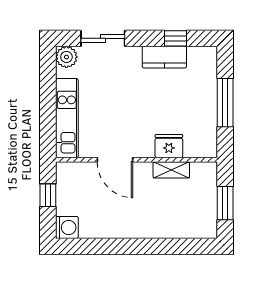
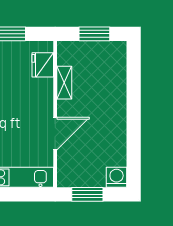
fridge: (169, 146) -> (43, 65), moved
window: (48, 195) -> (87, 194), width x1.50

